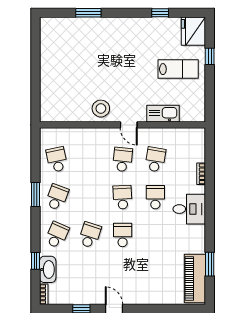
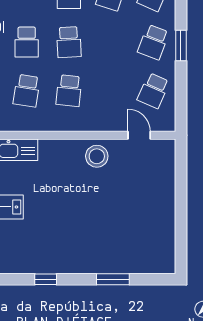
window: (160, 13) -> (46, 279), moved
door: (129, 125) -> (139, 135), moved
school desk: (57, 159) -> (153, 91), turned 36

